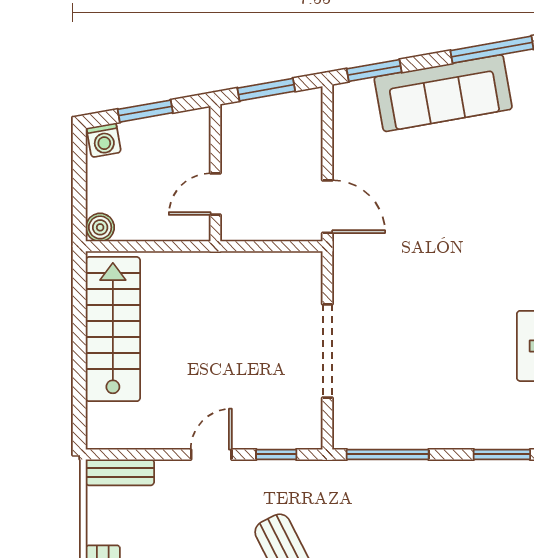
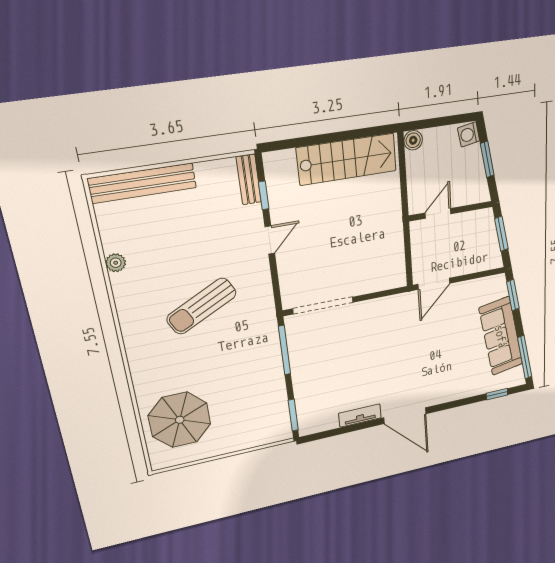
door: (215, 194) -> (438, 213), hinge flipped
doorway: (327, 351) -> (323, 306), moved
door: (211, 454) -> (270, 240), hinge flipped
window: (276, 454) -> (264, 195), moved

